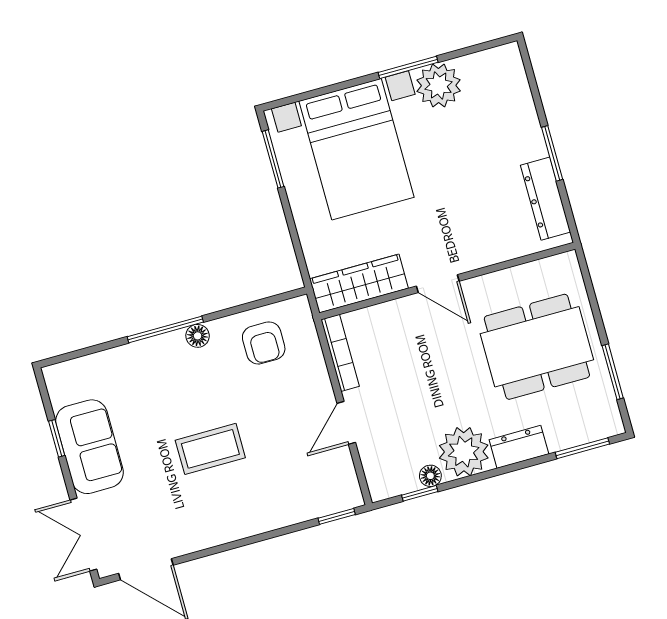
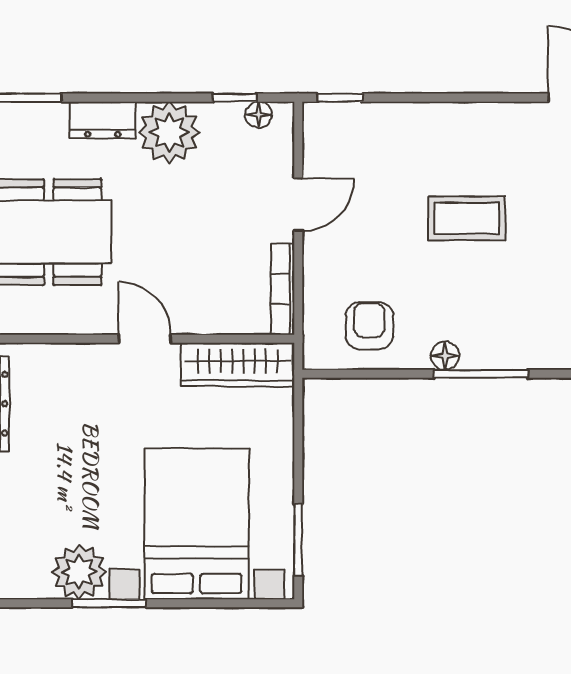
floor lamp: (430, 476) -> (259, 115), moved

